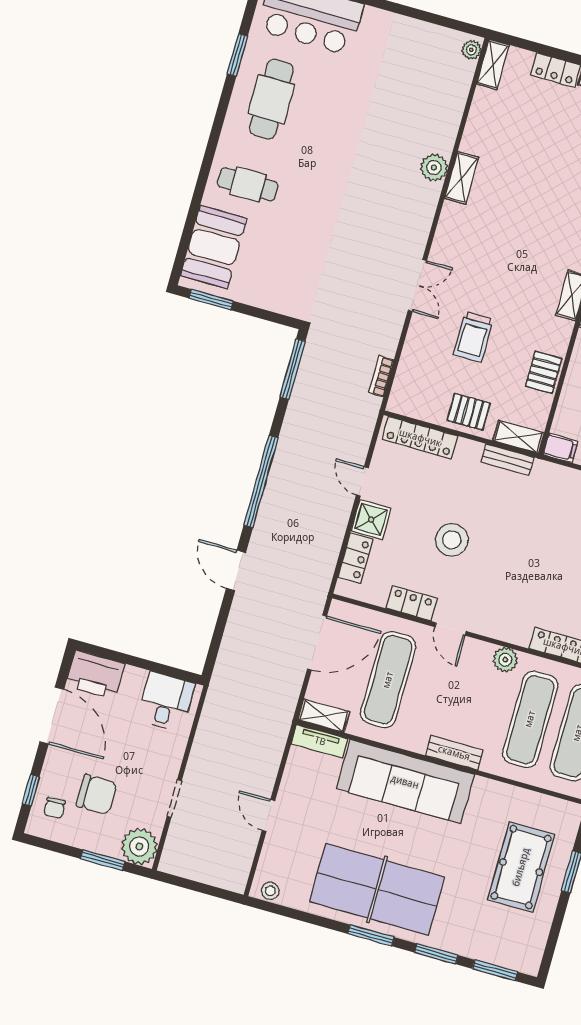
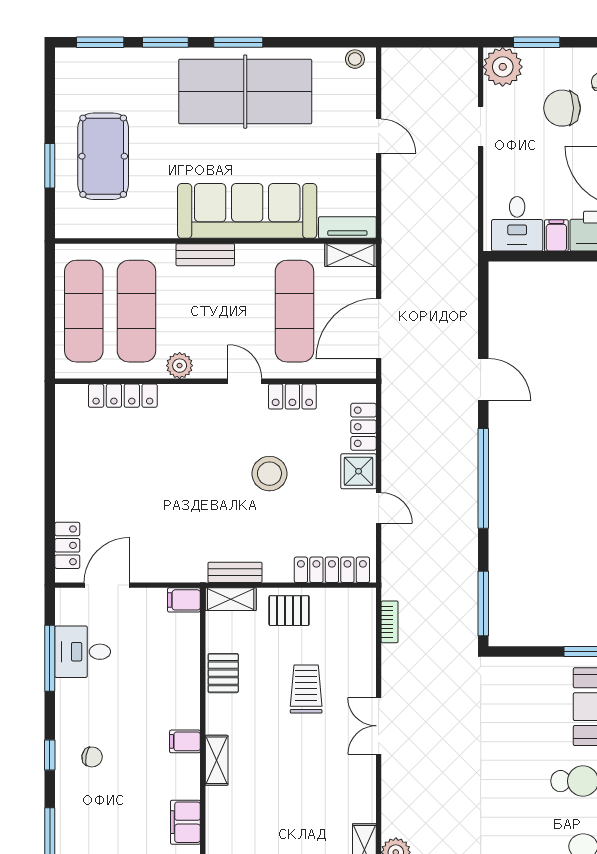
filing cabinet: (134, 681) -> (556, 235), added

